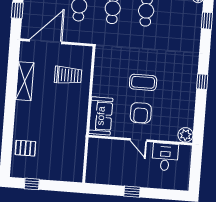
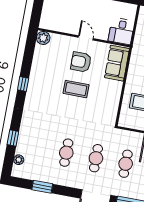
armchair: (141, 113) -> (81, 62), turned -90
desk: (165, 157) -> (121, 31), moved

